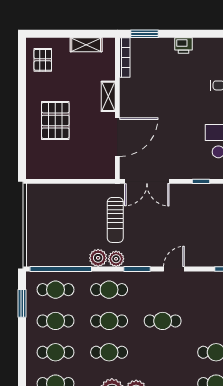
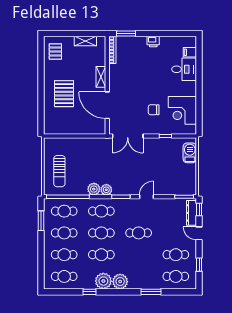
door: (117, 137) -> (107, 105), swing flipped
chair: (184, 144) -> (154, 110), added
sun lounger: (115, 220) -> (59, 171), moved

